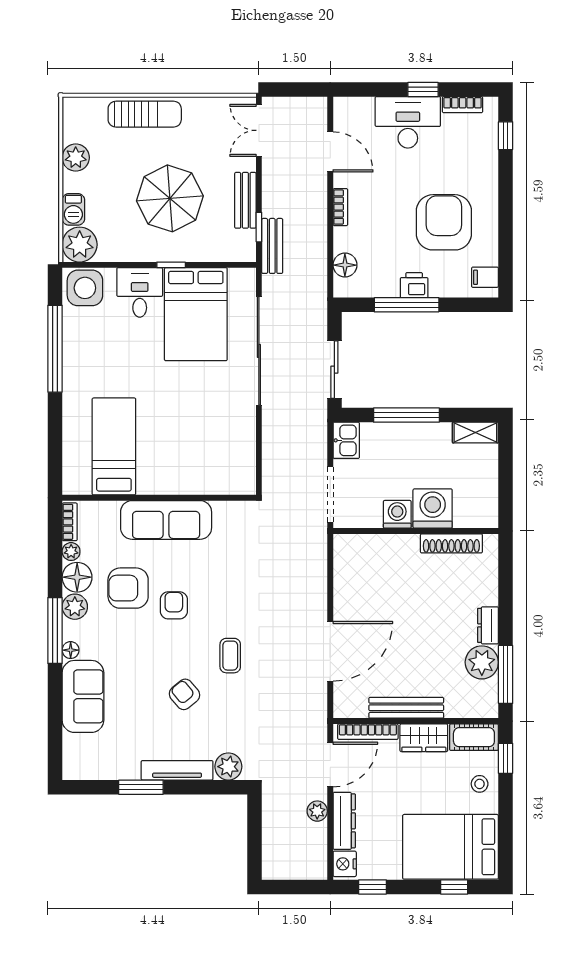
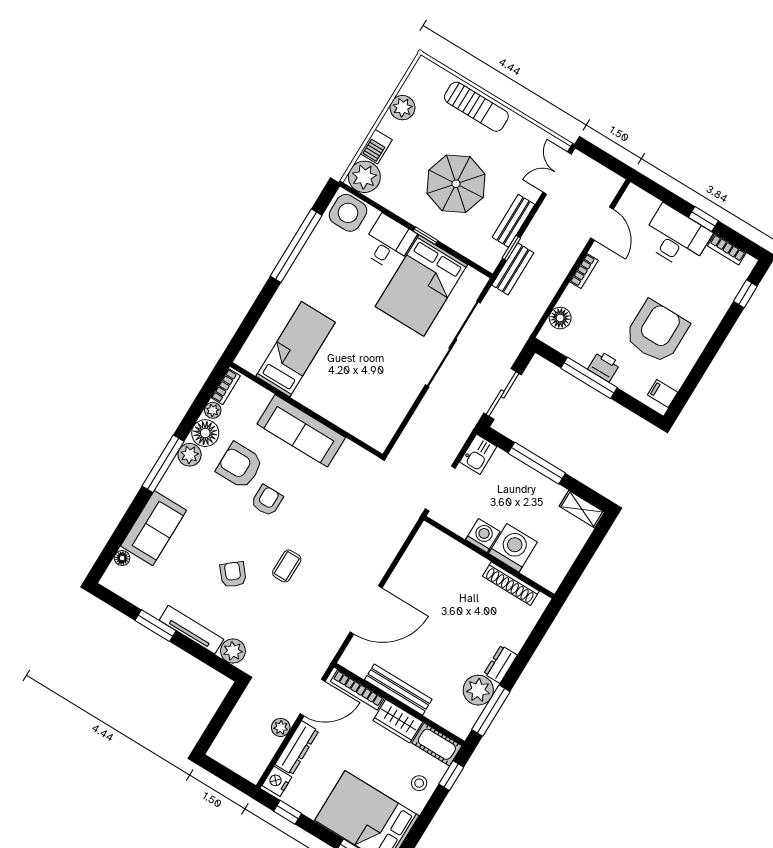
floor lamp: (71, 650) -> (122, 558), moved

